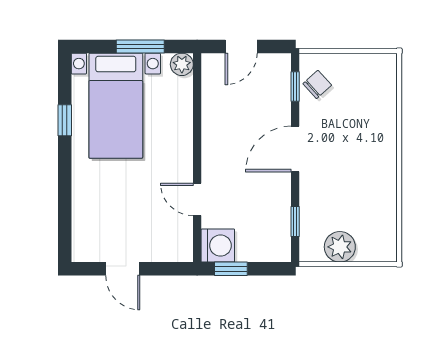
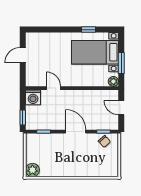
door: (197, 199) -> (53, 88), hinge flipped
plant: (340, 247) -> (32, 170), moved
window: (231, 269) -> (23, 118), moved

